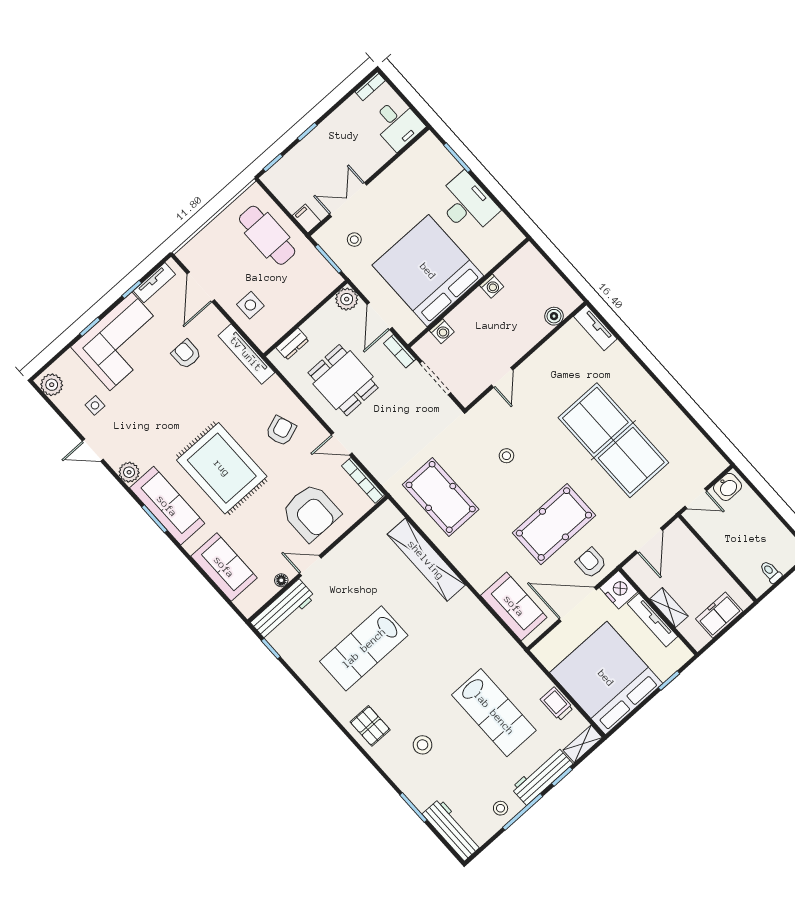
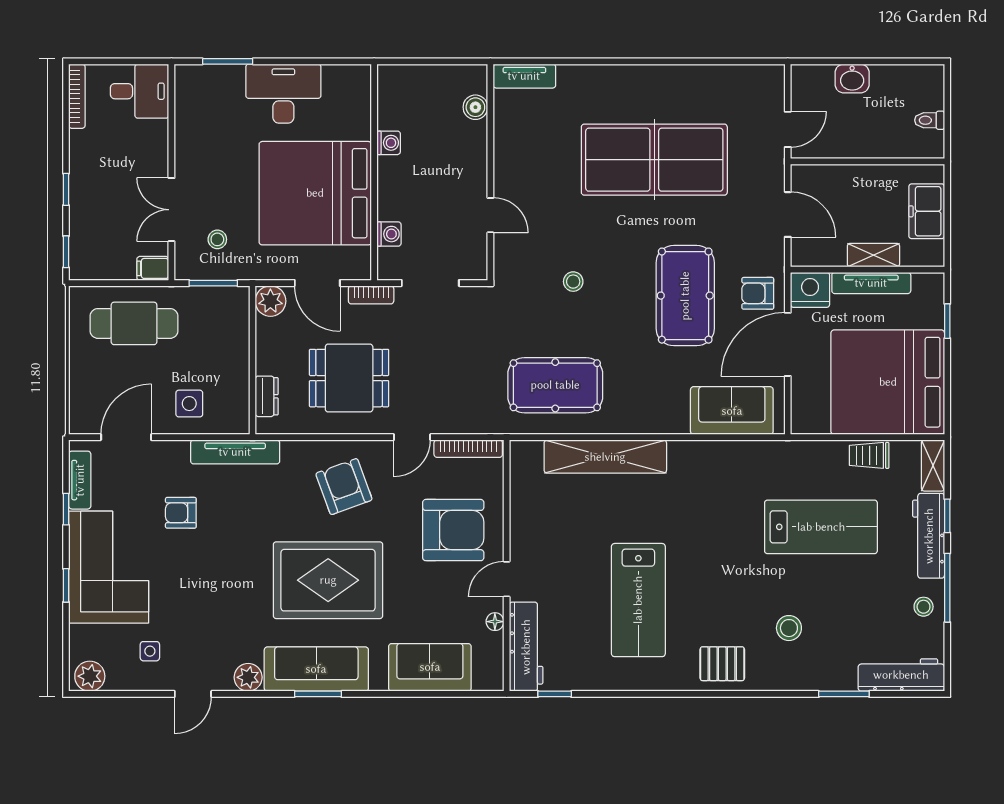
bookcase: (370, 86) -> (77, 96), width x1.56
door: (201, 287) -> (126, 437), swing flipped
armchair: (281, 431) -> (344, 487), width x1.38, depth x1.38
washbasin: (728, 487) -> (852, 79), moved, turned 90

